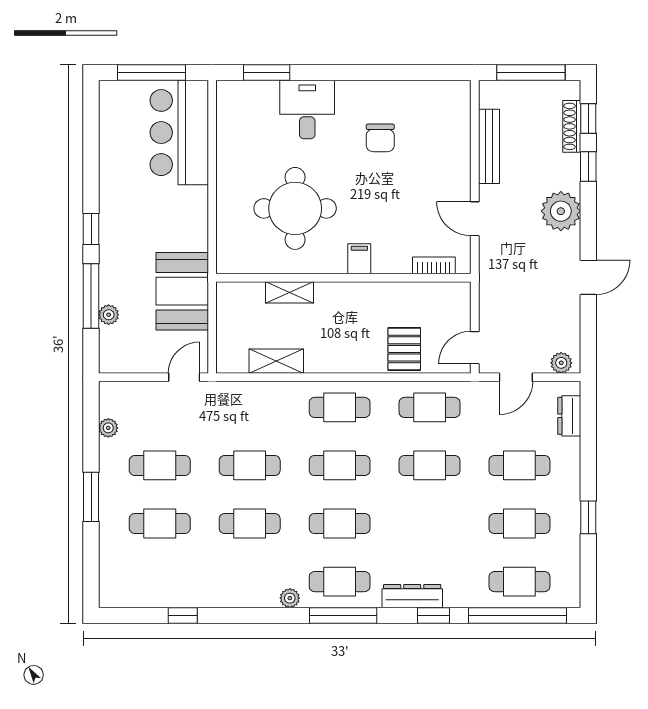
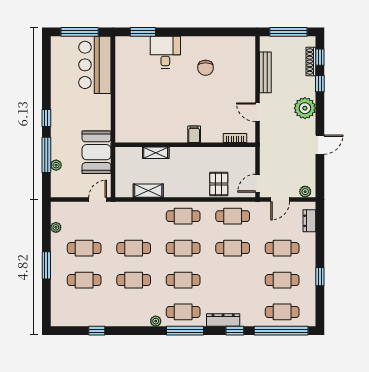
round table: (295, 208) -> (159, 107), removed

